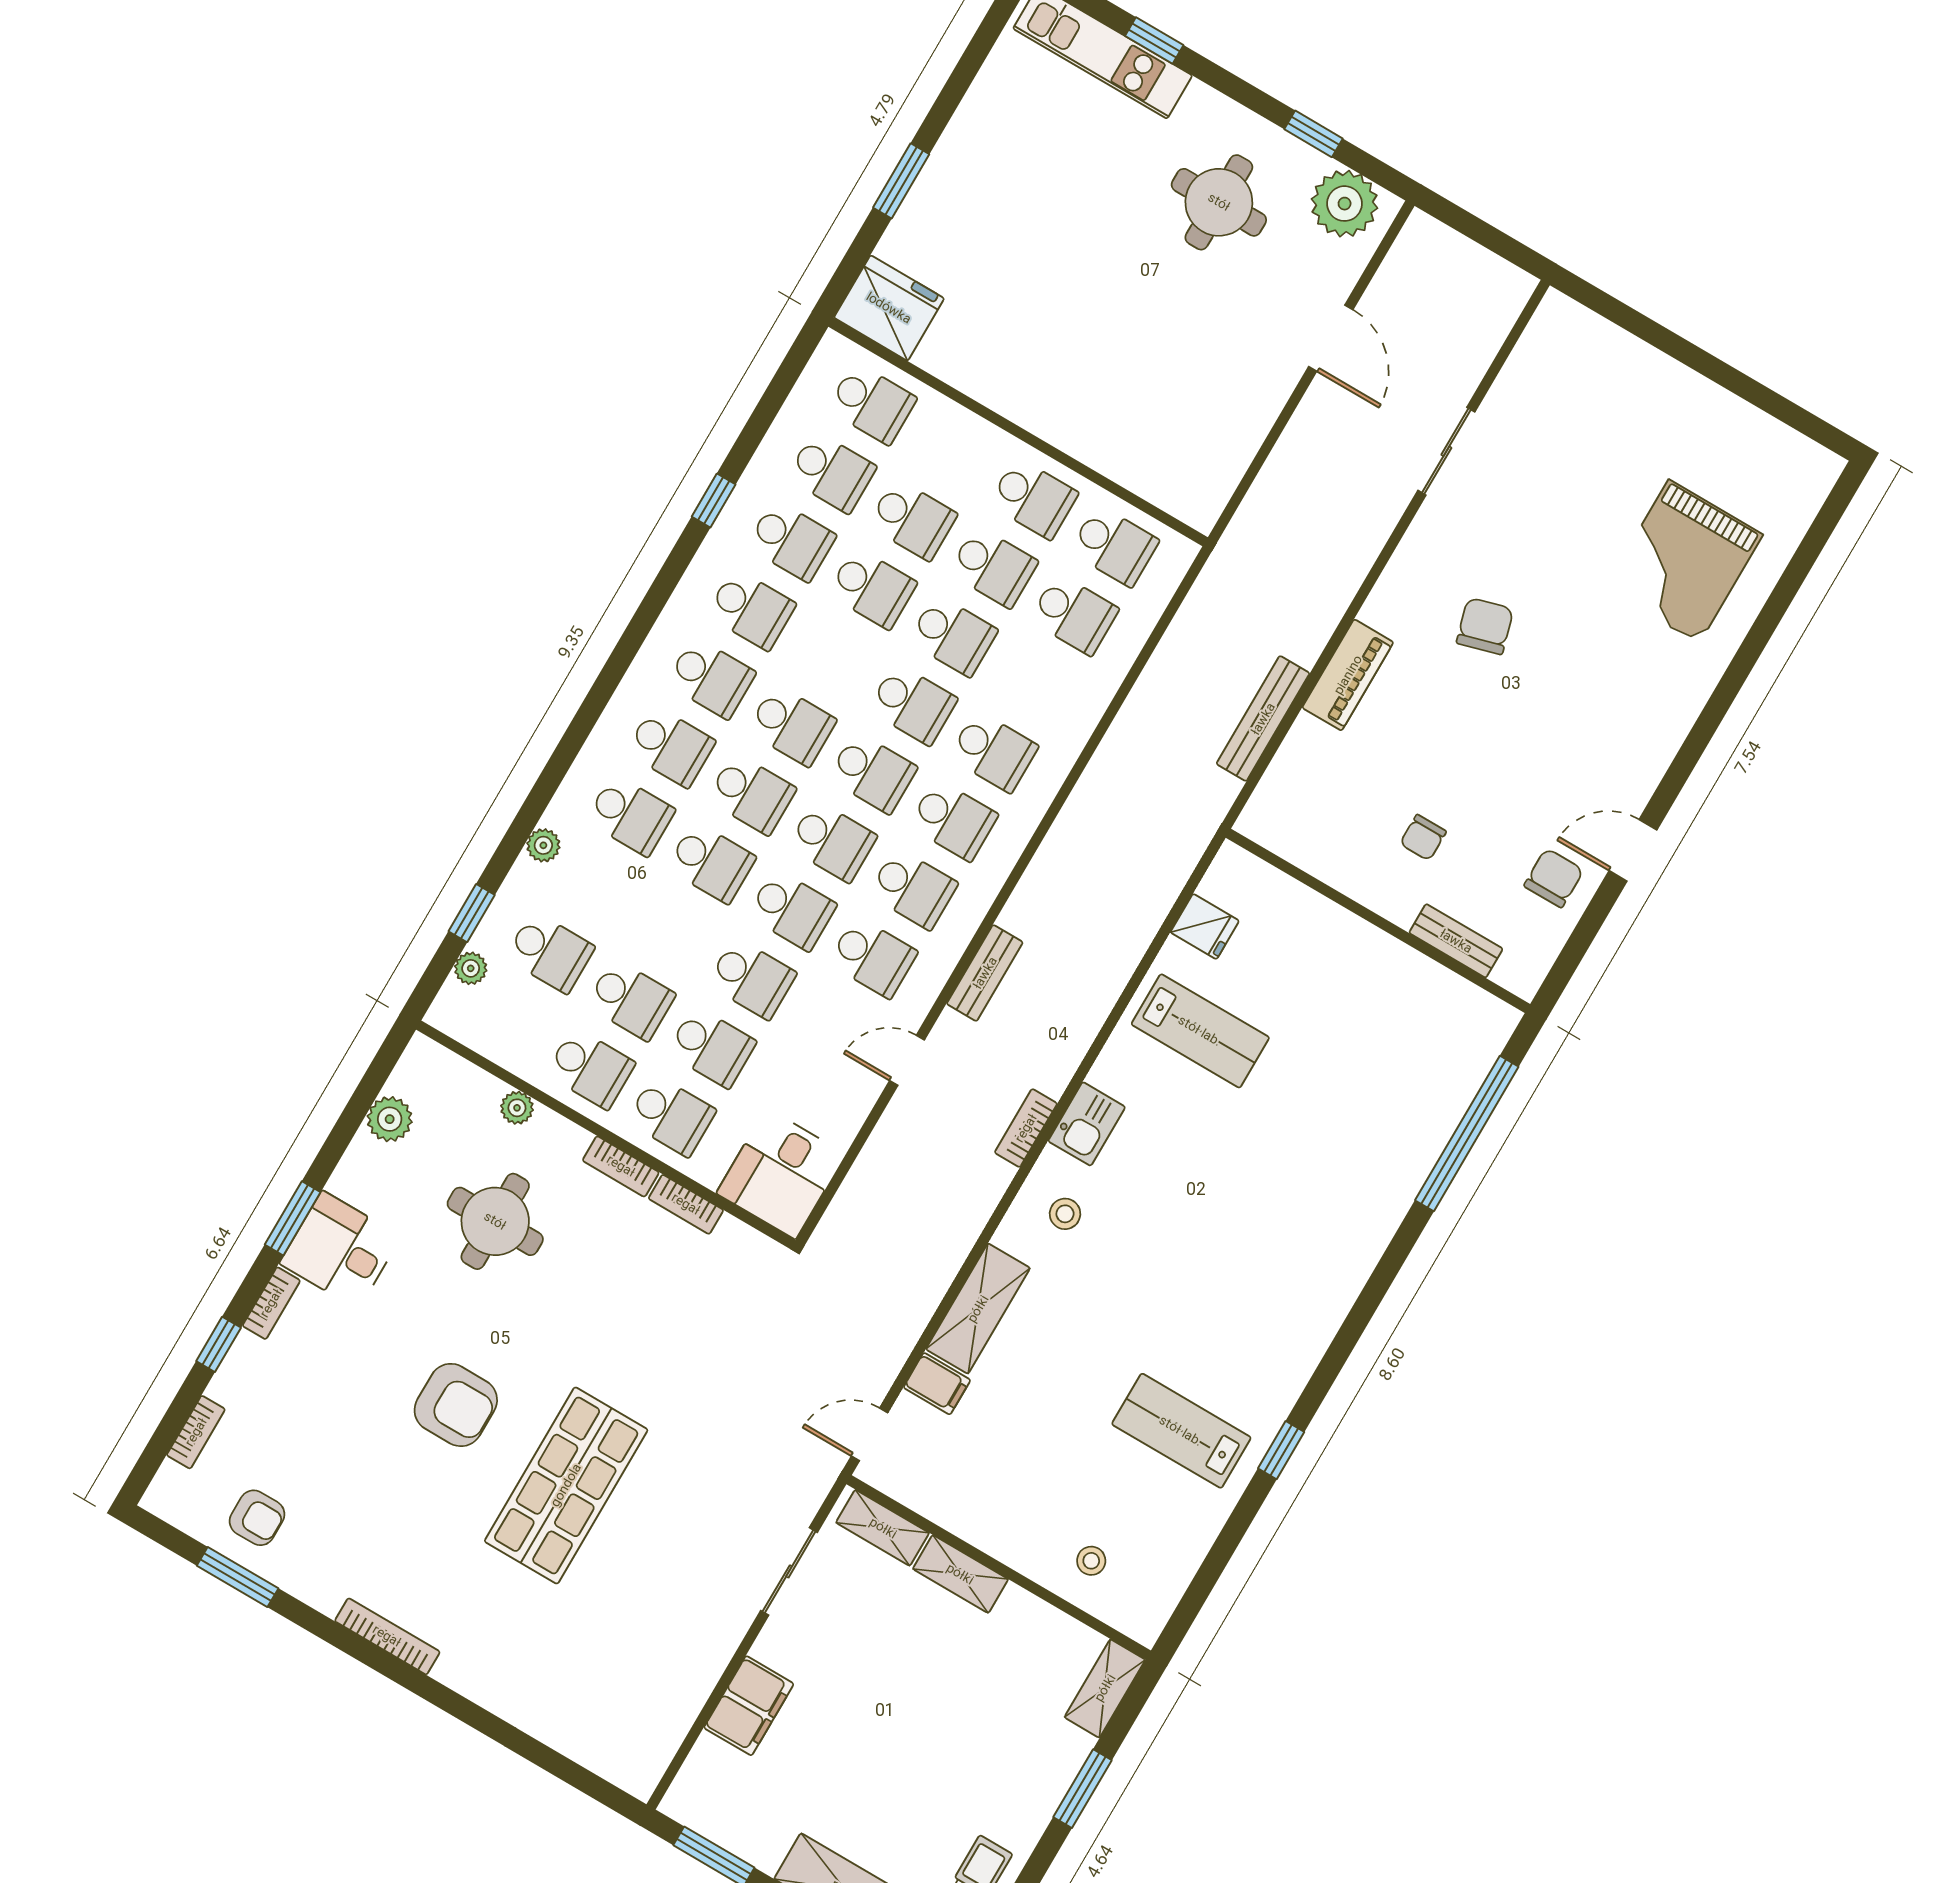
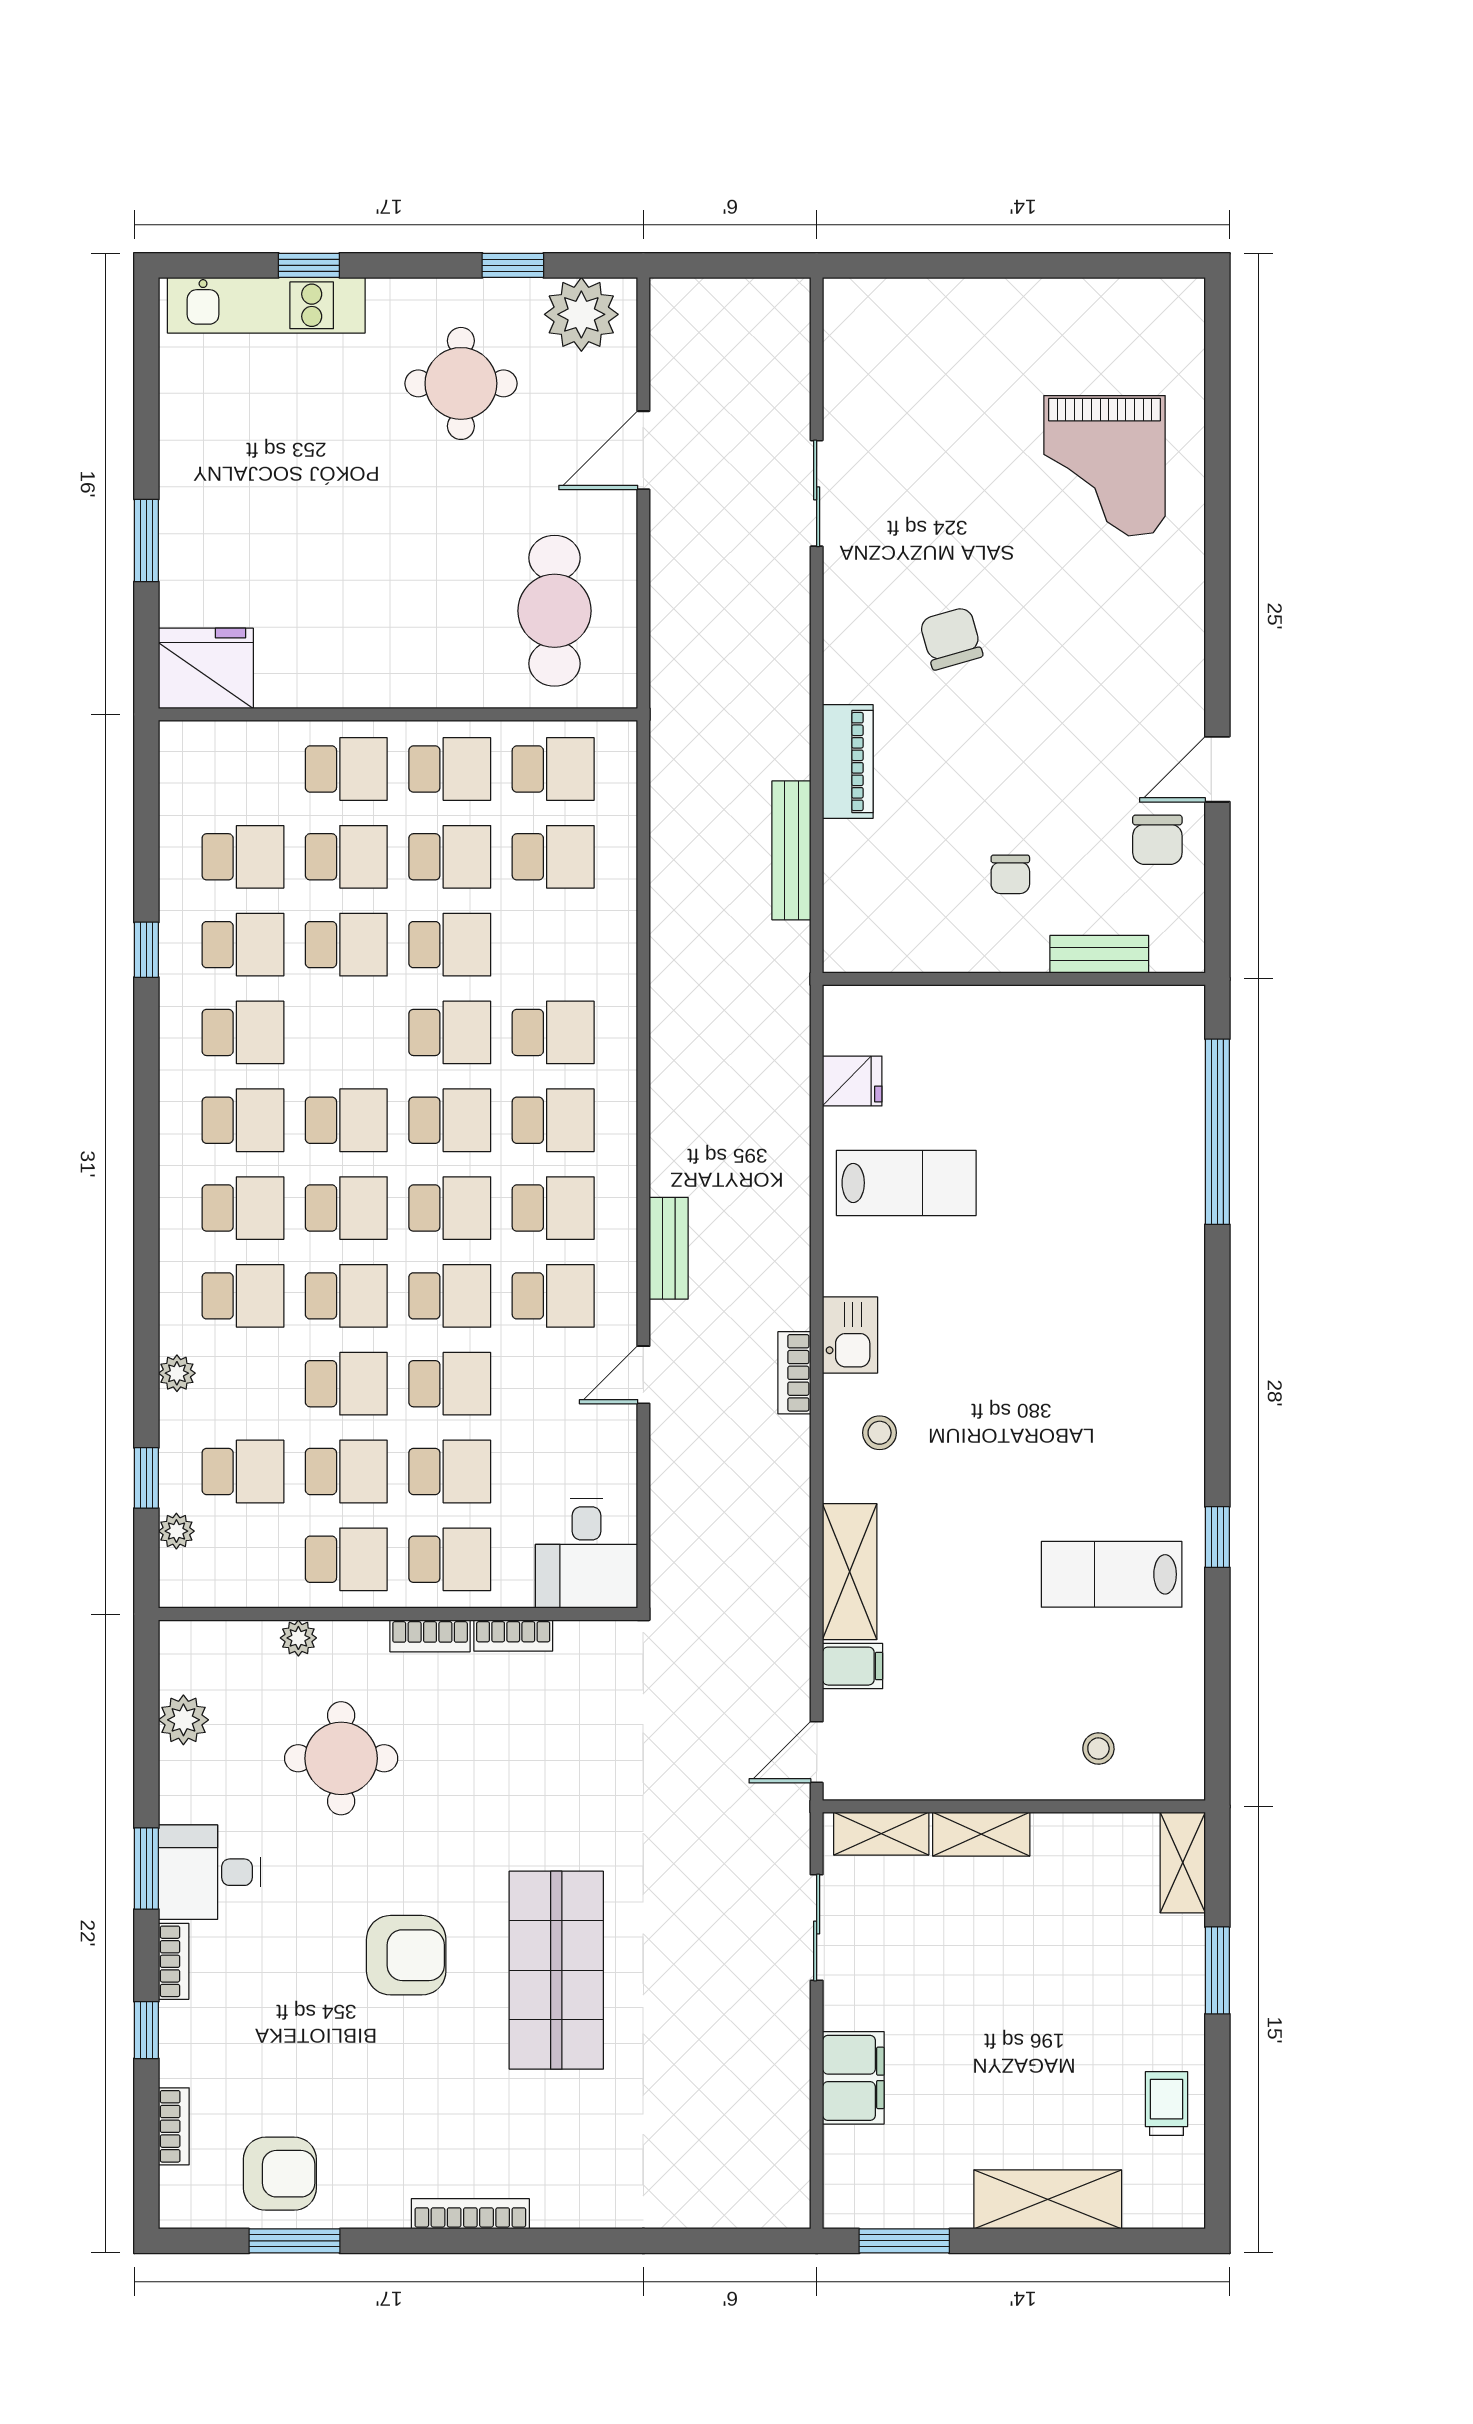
door: (1331, 338) -> (643, 450), swing flipped
school desk: (872, 404) -> (346, 769), moved
cafe table: (1188, 423) -> (555, 611), added
chair: (1554, 878) -> (1157, 840), turned 180
school desk: (671, 931) -> (346, 1384), added
armchair: (257, 1518) -> (280, 2174), width x1.38, depth x1.38

